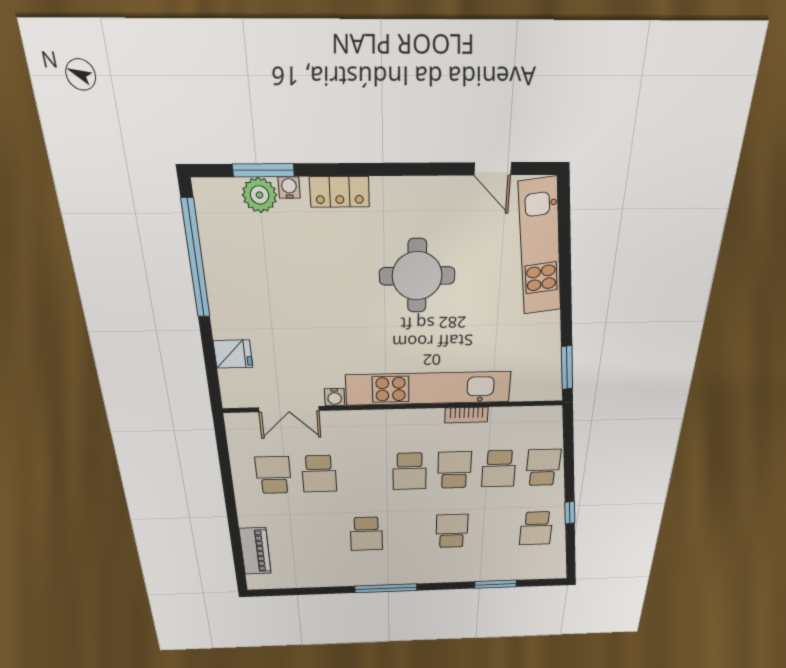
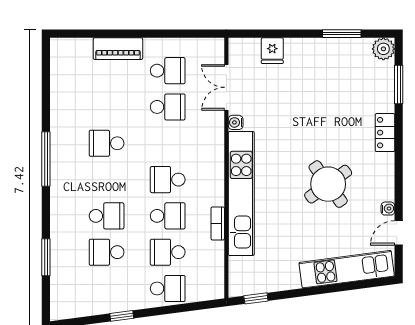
water cooler: (289, 188) -> (388, 209), moved
plant: (260, 195) -> (383, 49), moved
window: (196, 259) -> (342, 34), width x0.47
round table: (417, 276) -> (328, 184), turned -36
window: (567, 368) -> (256, 298), width x0.67
school desk: (319, 474) -> (168, 107), turned 180
school desk: (536, 528) -> (107, 252), moved
piano: (255, 551) -> (118, 49), moved

